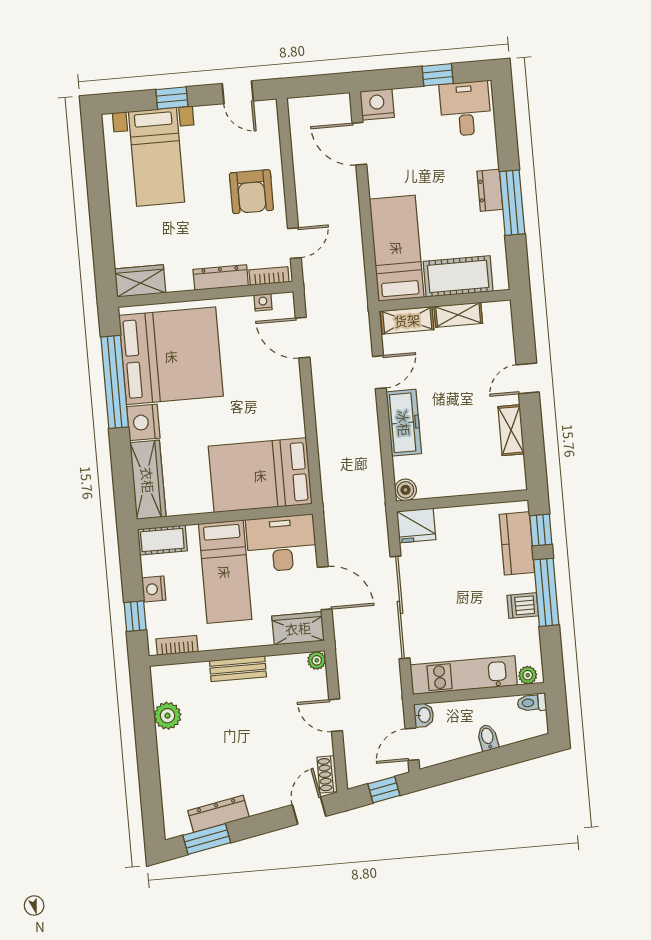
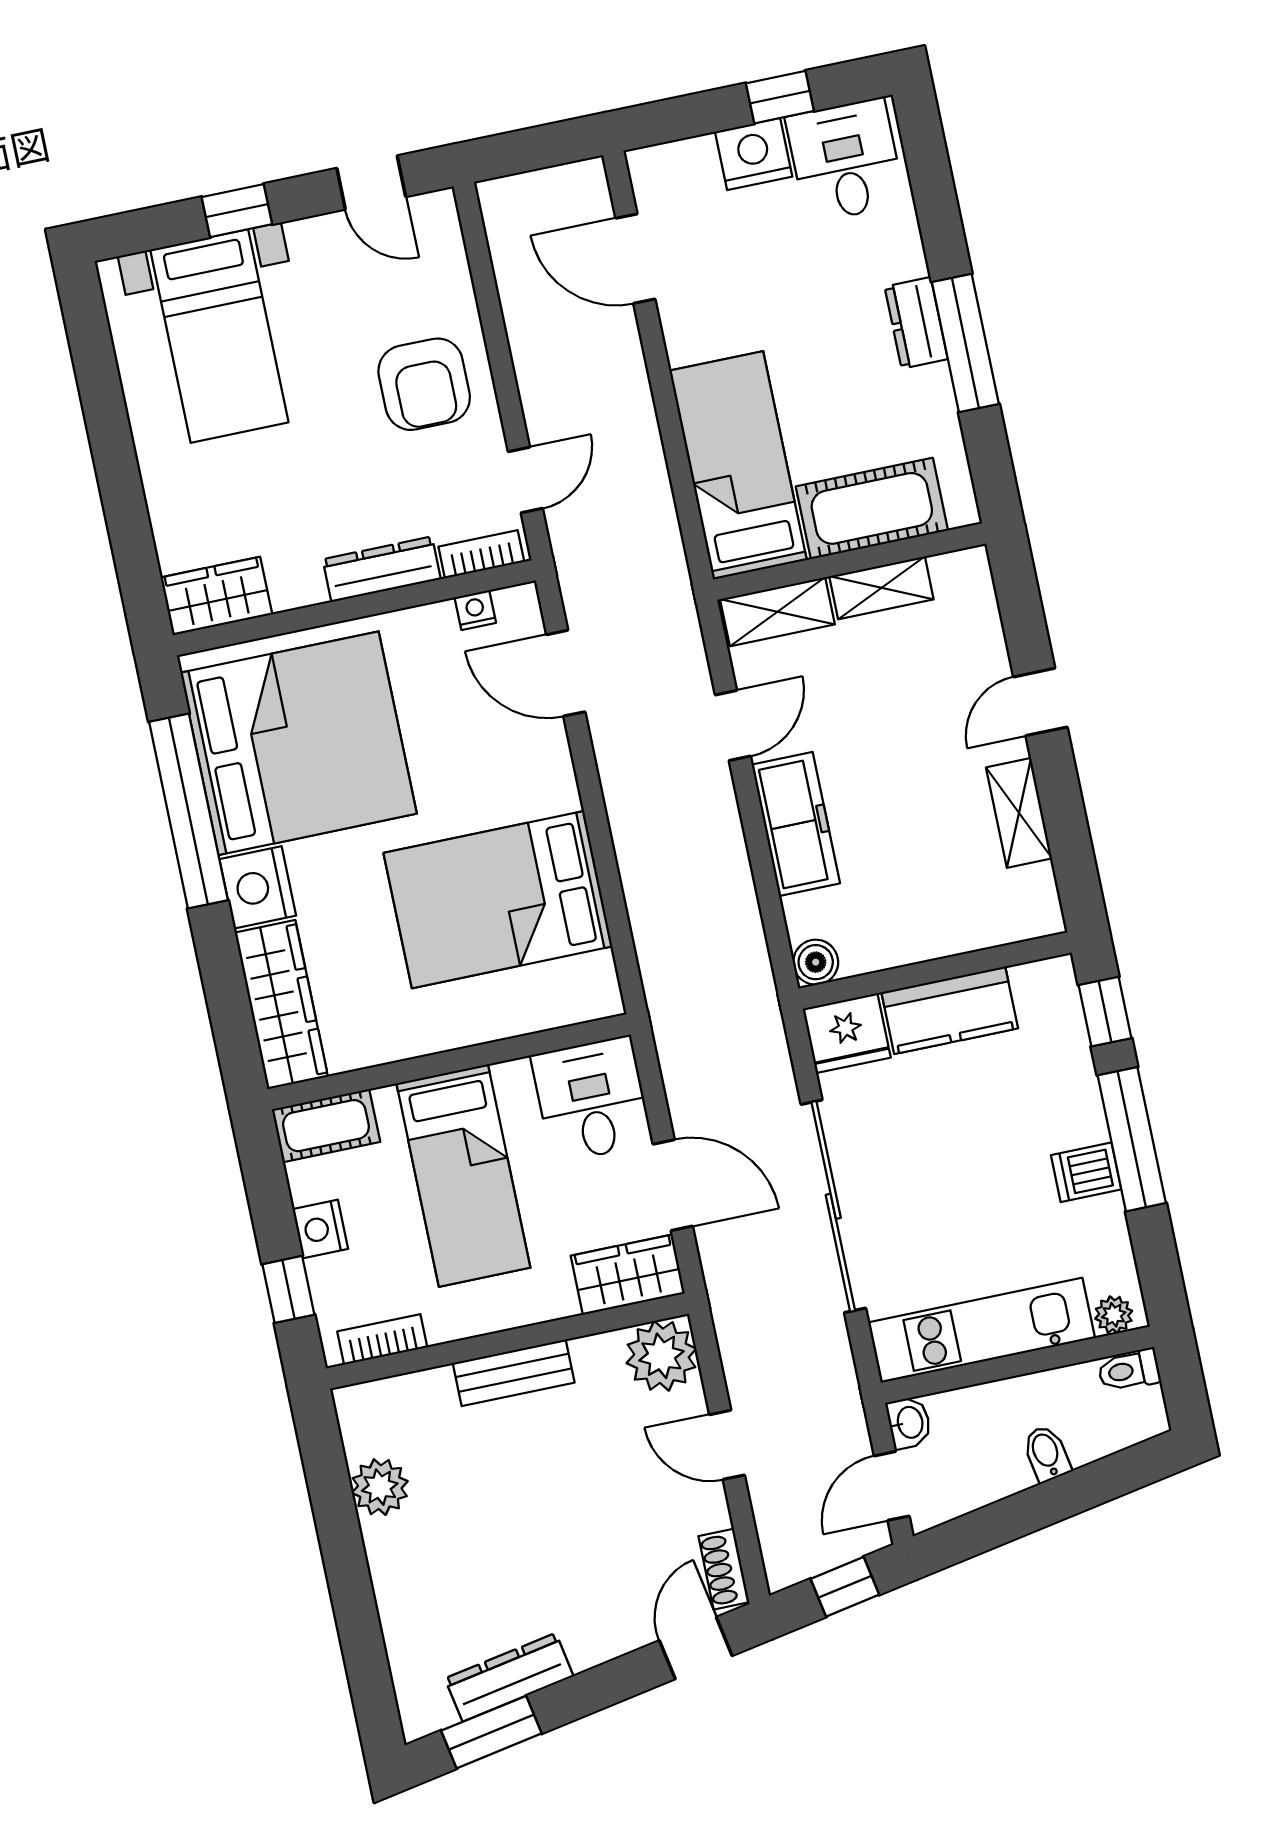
nightstand: (377, 104) -> (754, 154), moved
bed: (260, 475) -> (498, 900), moved
desk: (281, 543) -> (592, 1099), width x0.73
kitchen counter: (517, 543) -> (950, 1010), moved, turned -90
plant: (317, 660) -> (661, 1356), width x1.87, depth x1.87

